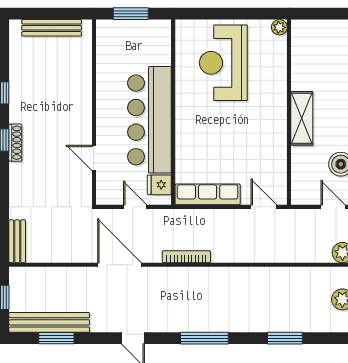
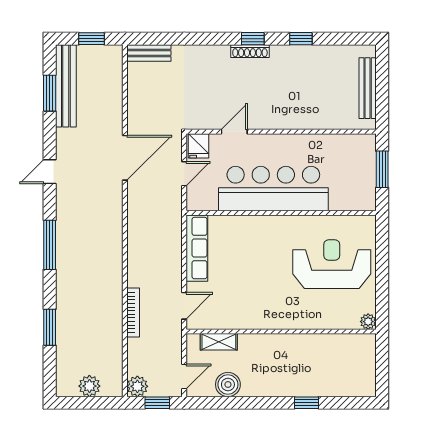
shelving: (302, 118) -> (219, 342), moved, width x0.67, depth x0.75
fridge: (159, 185) -> (198, 146), moved, turned 180
bookcase: (186, 257) -> (133, 312), moved

